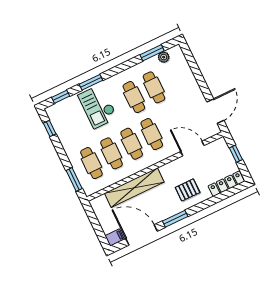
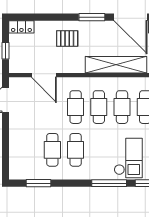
plant: (164, 57) -> (30, 174), removed
window: (91, 82) -> (109, 183), width x1.44
checkout: (98, 106) -> (128, 158), moved
locker: (226, 184) -> (21, 27), width x0.66

